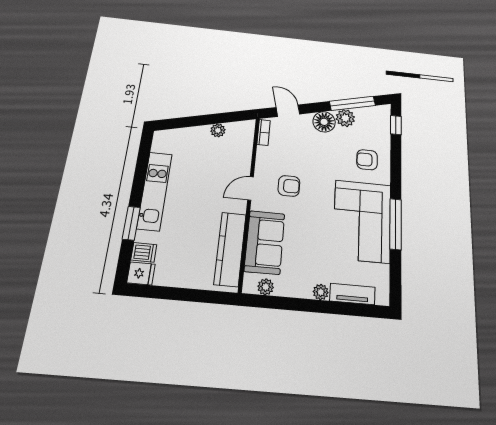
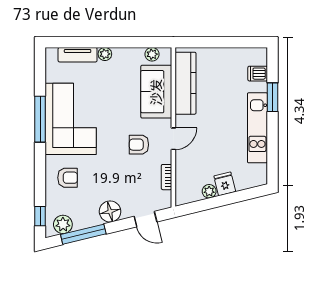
plant: (345, 118) -> (63, 224), moved
bookcase: (264, 132) -> (167, 177), moved
fridge: (141, 273) -> (225, 184), moved, turned 76

